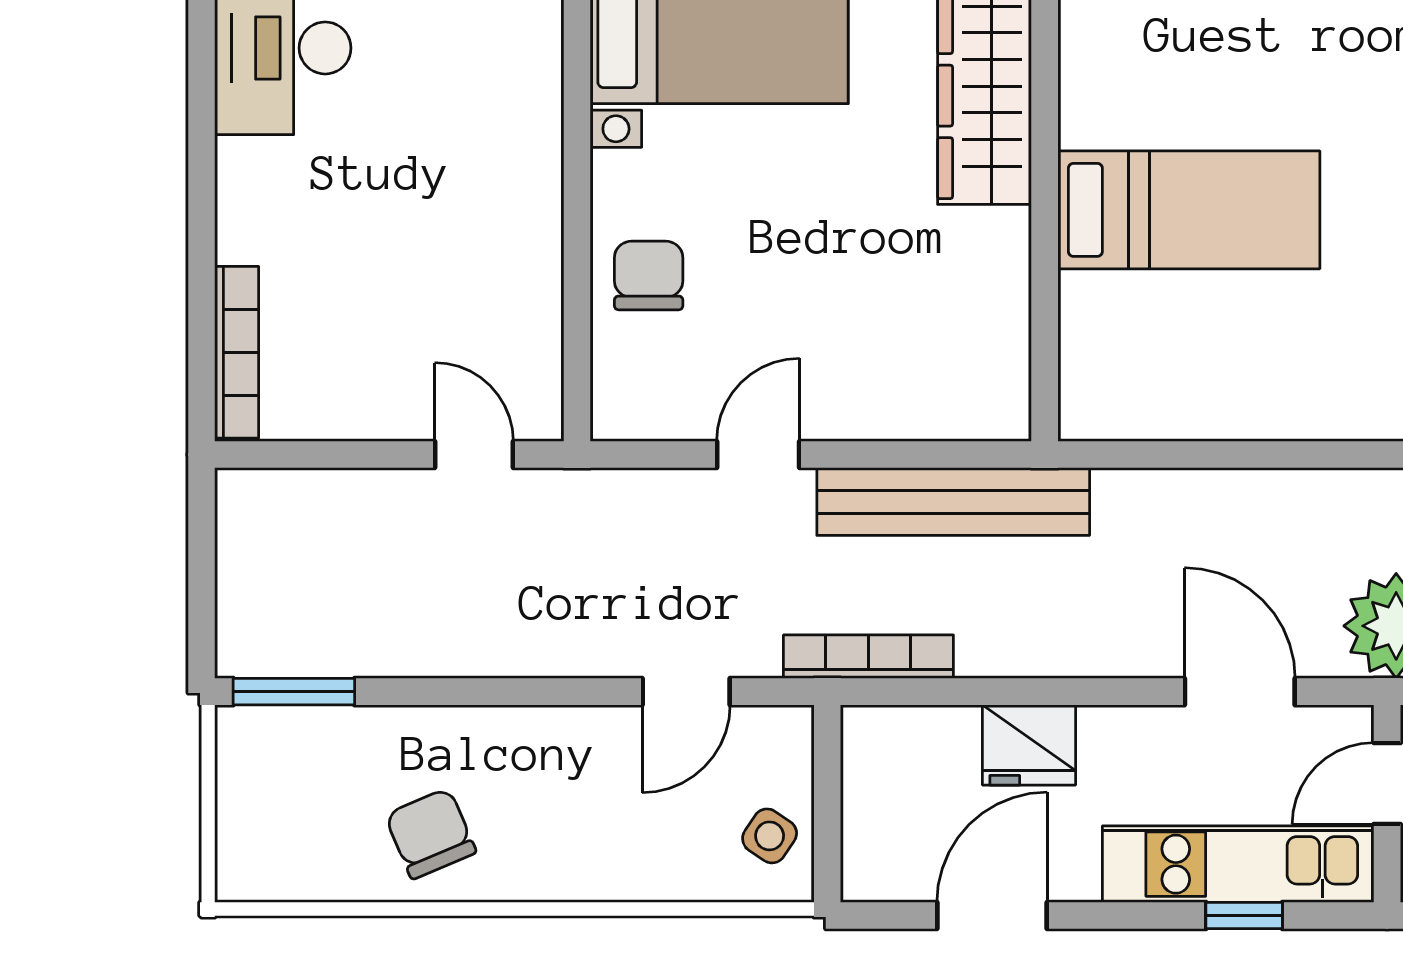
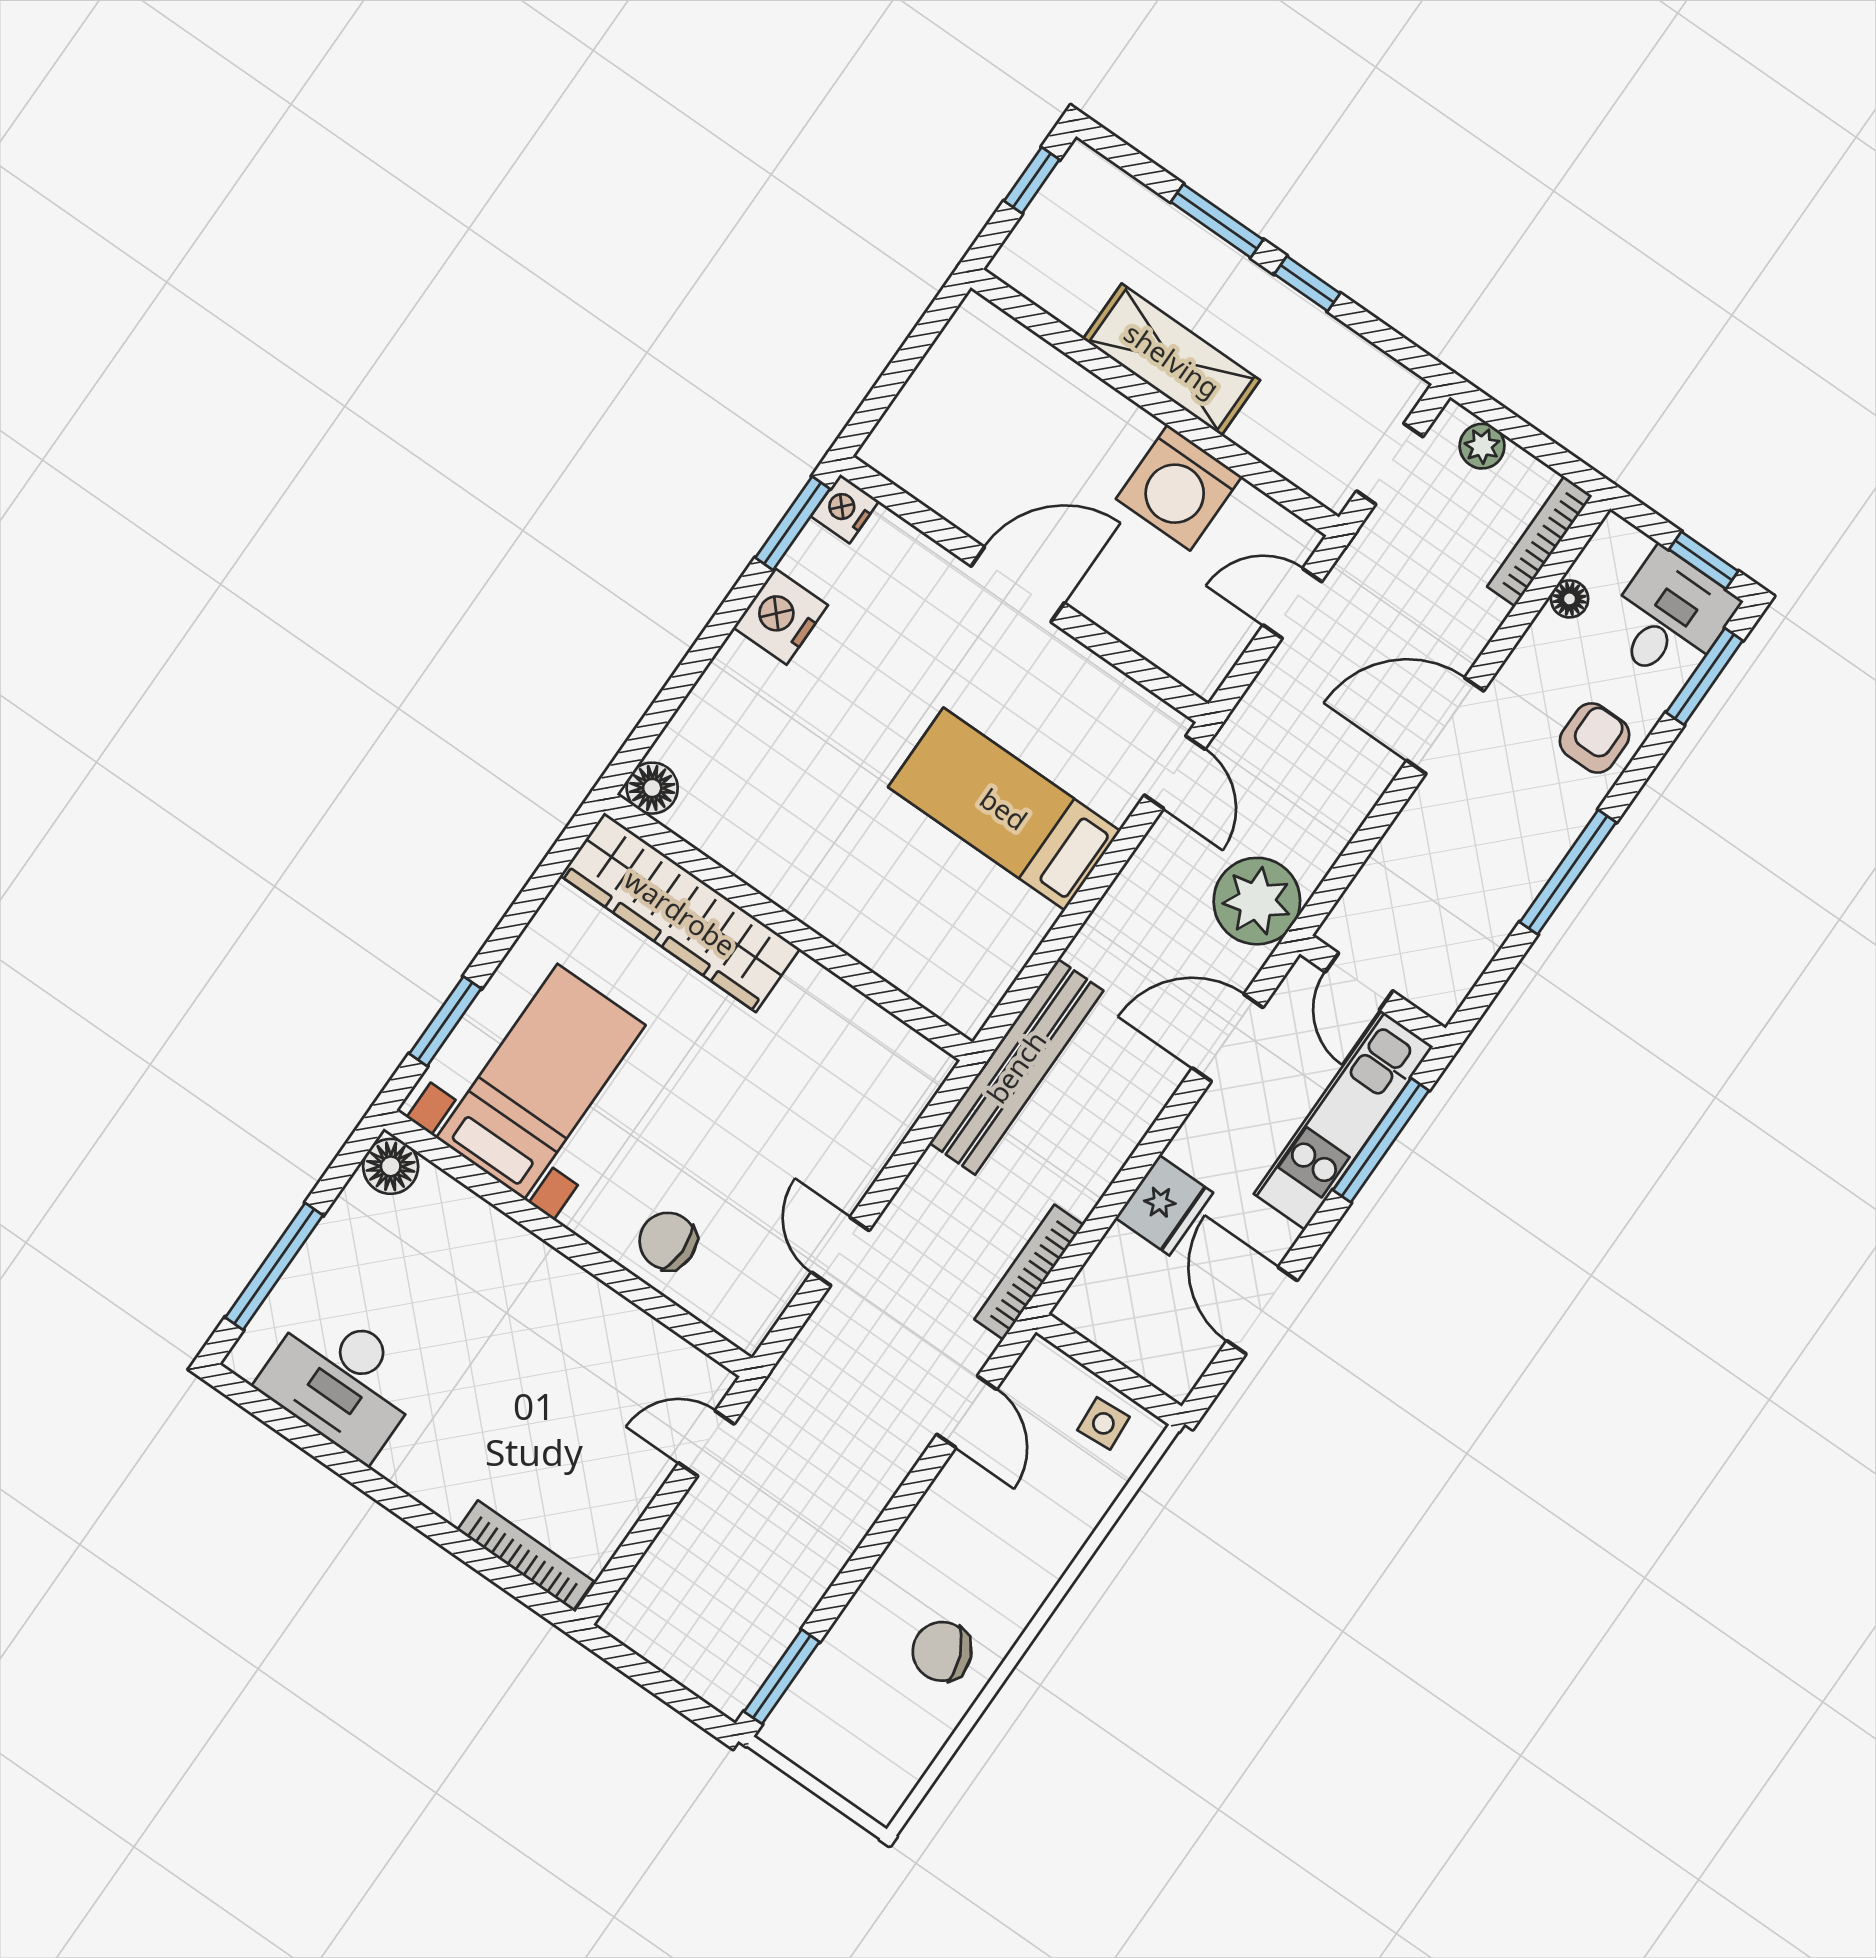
bed: (1189, 210) -> (1004, 809), moved, turned -90
bench: (953, 502) -> (1016, 1067), moved
side table: (770, 836) -> (1103, 1423), turned -38
window: (1244, 916) -> (1381, 1140), width x2.17

